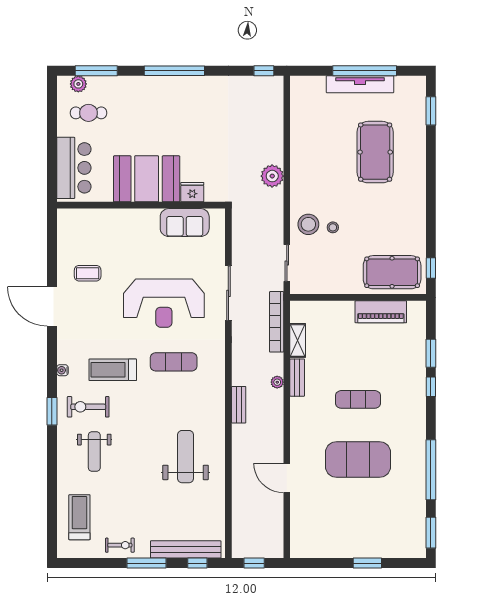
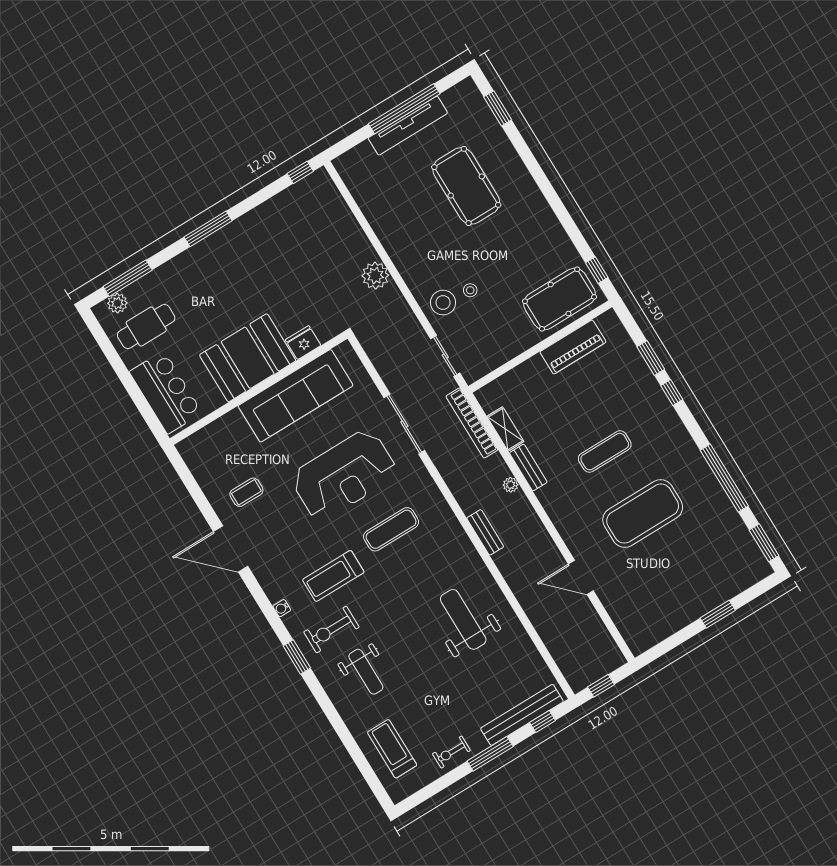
window: (174, 71) -> (208, 229), width x0.68
cafe table: (89, 113) -> (146, 327), width x1.37, depth x1.35
sofa: (185, 223) -> (296, 396), width x1.85, depth x1.27
exercise bike: (120, 545) -> (451, 752), turned 180

